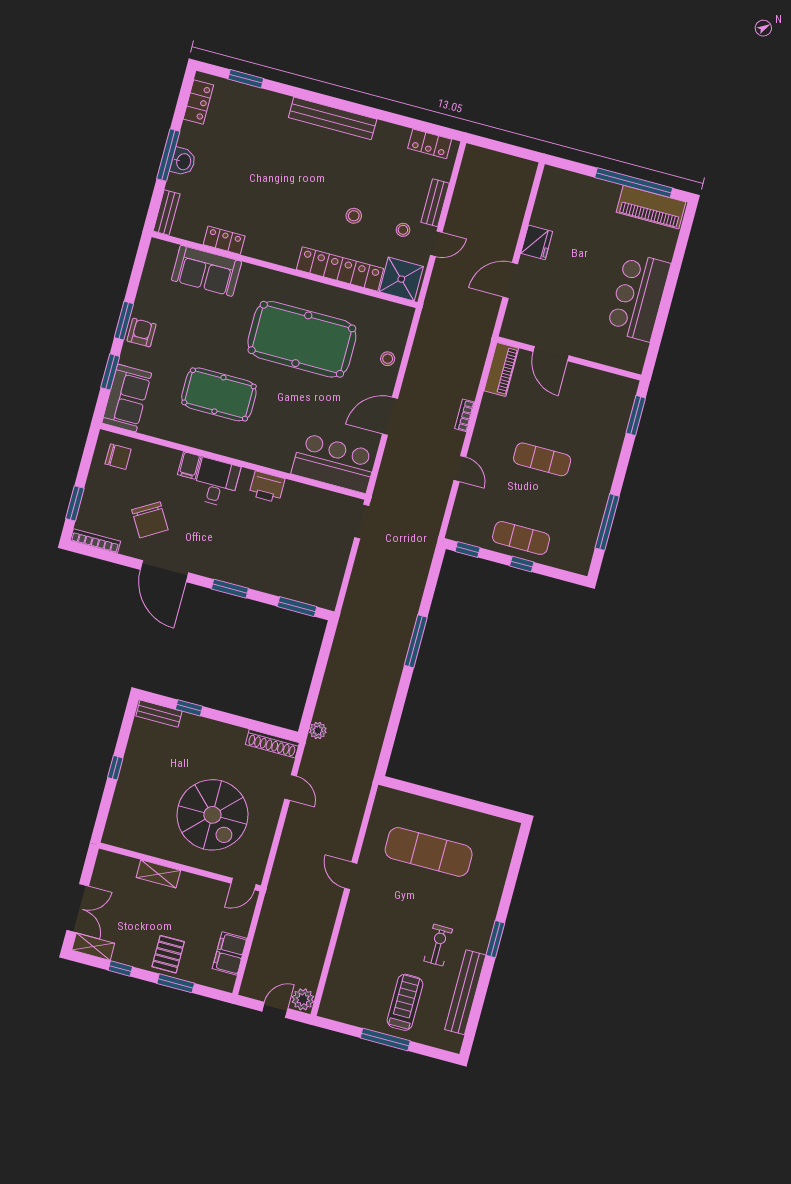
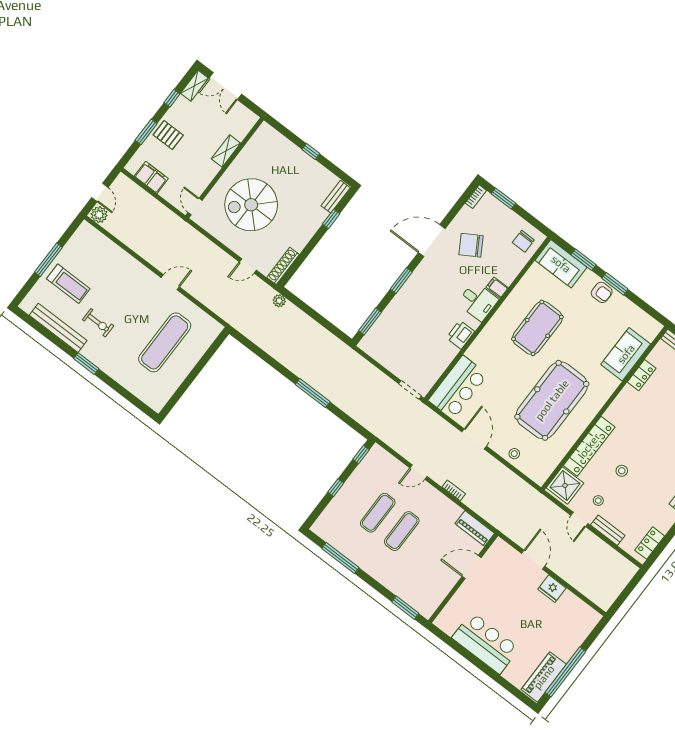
exercise mat: (521, 538) -> (378, 513), moved
bookcase: (95, 541) -> (476, 197), width x0.64

